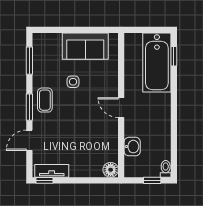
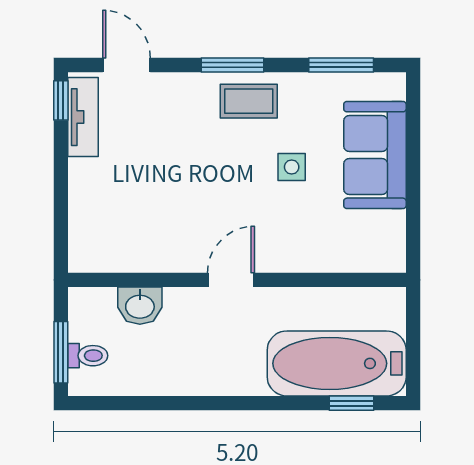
sofa: (85, 46) -> (375, 155), moved
door: (29, 140) -> (127, 65), moved
toilet: (166, 169) -> (88, 356), moved
floor lamp: (111, 170) -> (86, 255), removed
window: (152, 180) -> (61, 352), width x1.50

